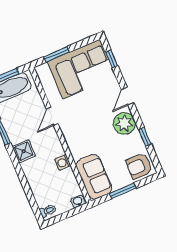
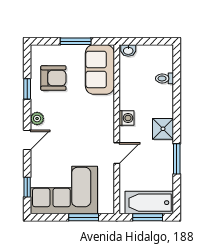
plant: (124, 123) -> (37, 119), width x0.53, depth x0.53
washing machine: (63, 163) -> (127, 118), moved
armchair: (139, 166) -> (53, 78), moved
toilet: (48, 211) -> (165, 78), moved

